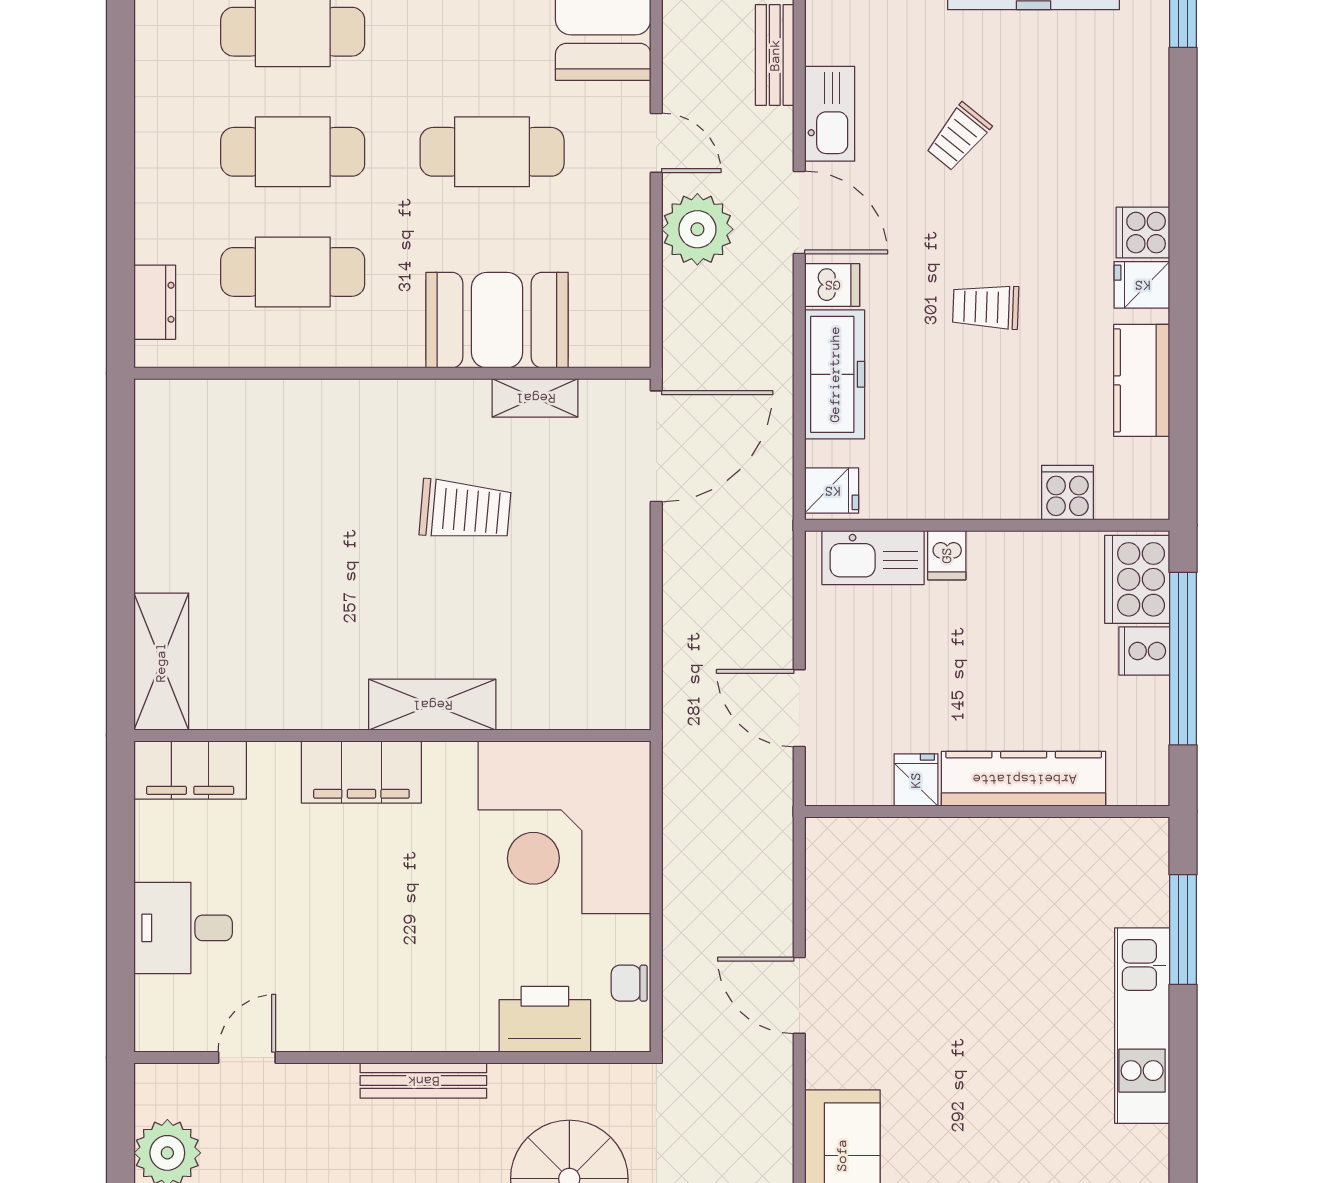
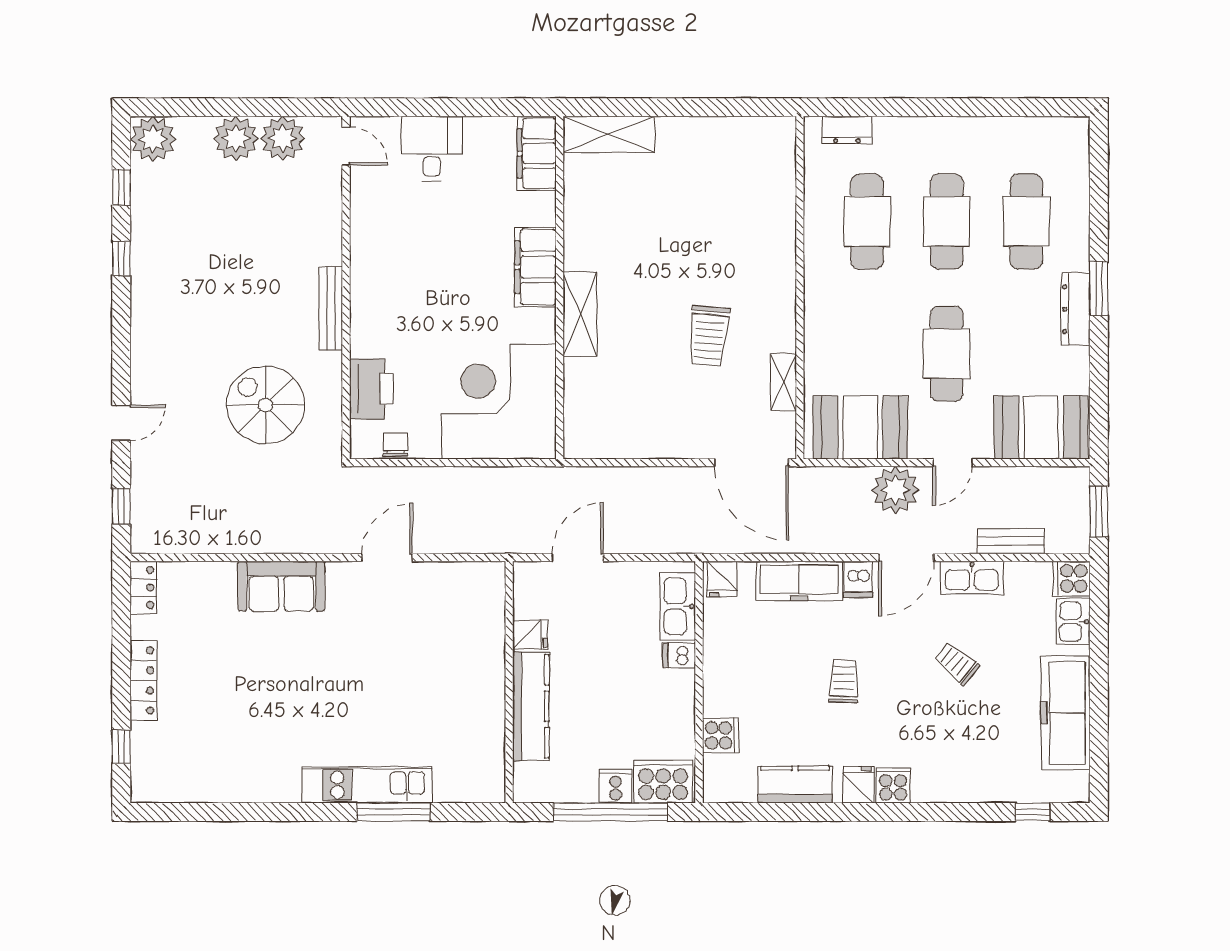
booth: (497, 320) -> (860, 427), moved, turned 90
window: (1183, 929) -> (393, 812), moved
door: (247, 1057) -> (346, 146), moved

